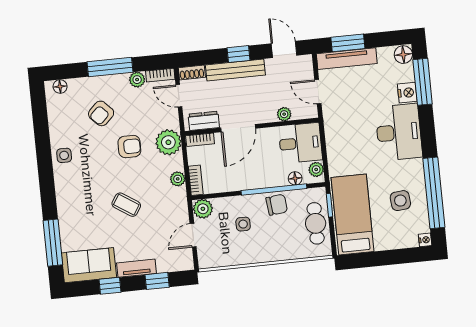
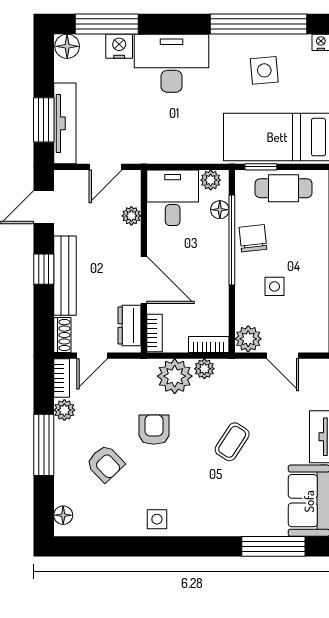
plant: (168, 142) -> (175, 376), moved

